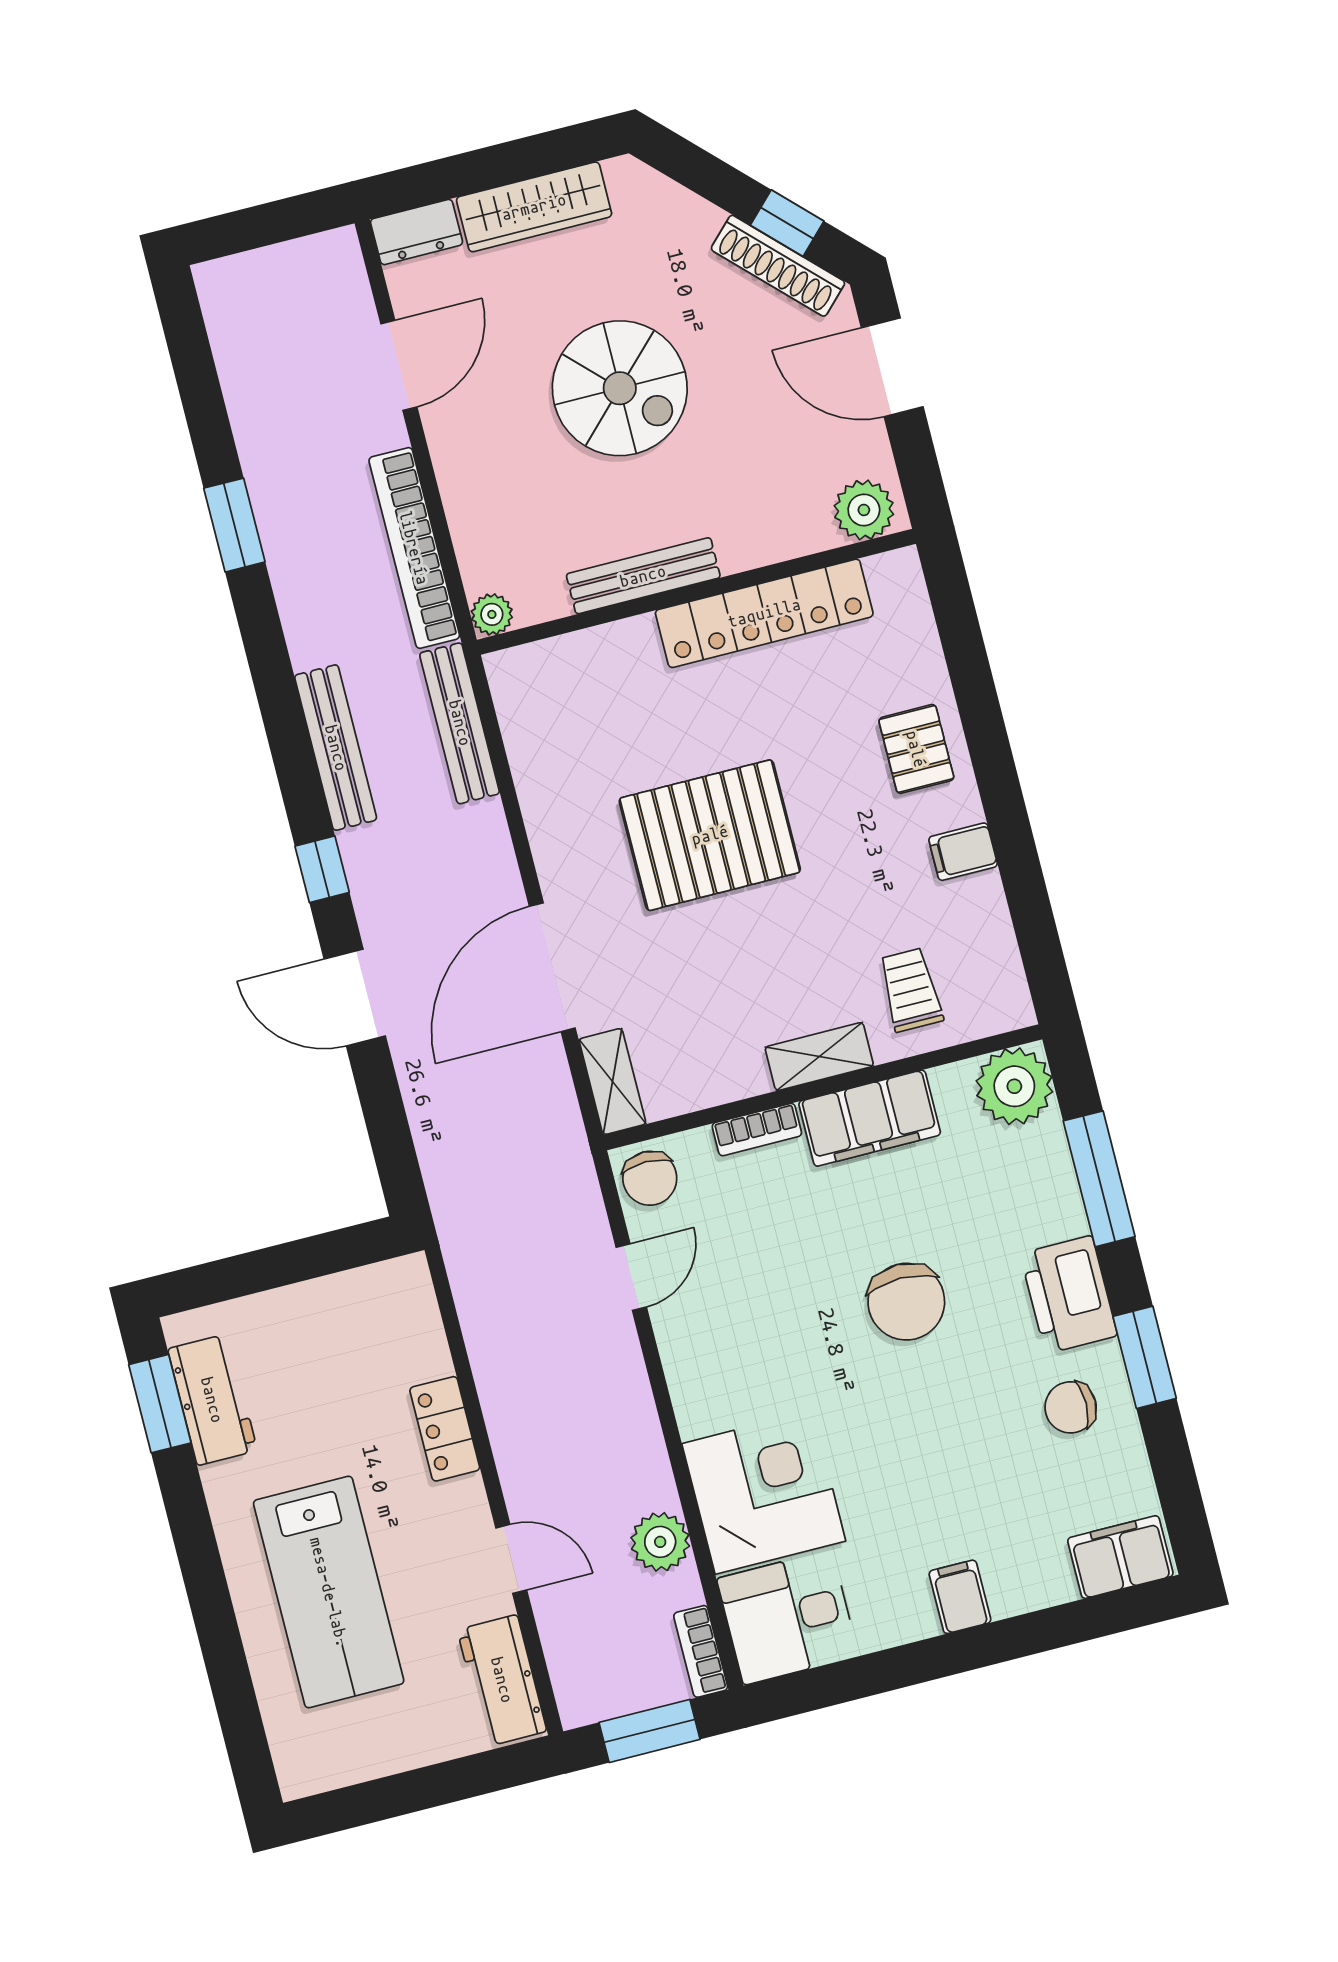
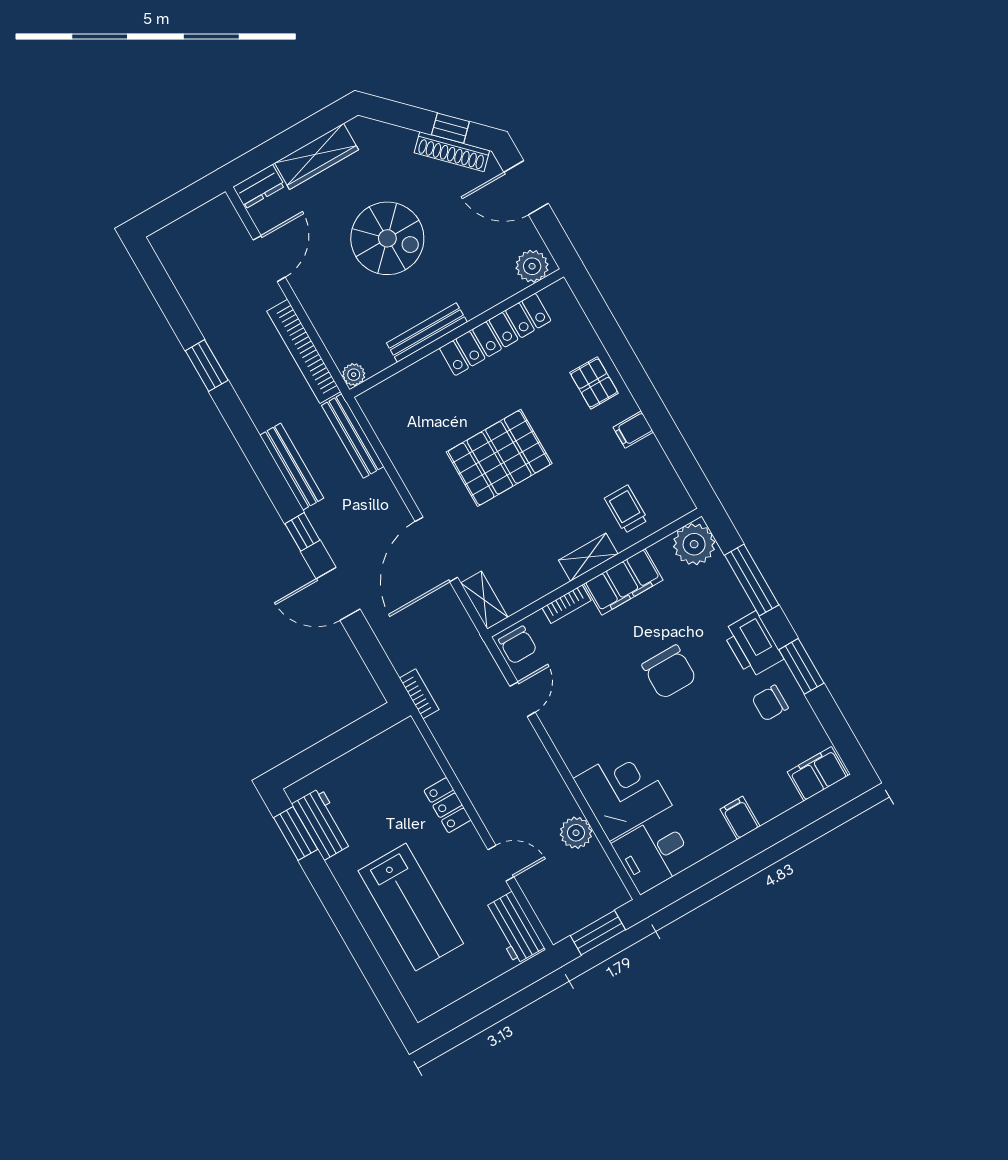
bookcase: (701, 1651) -> (419, 694), moved, turned 180

